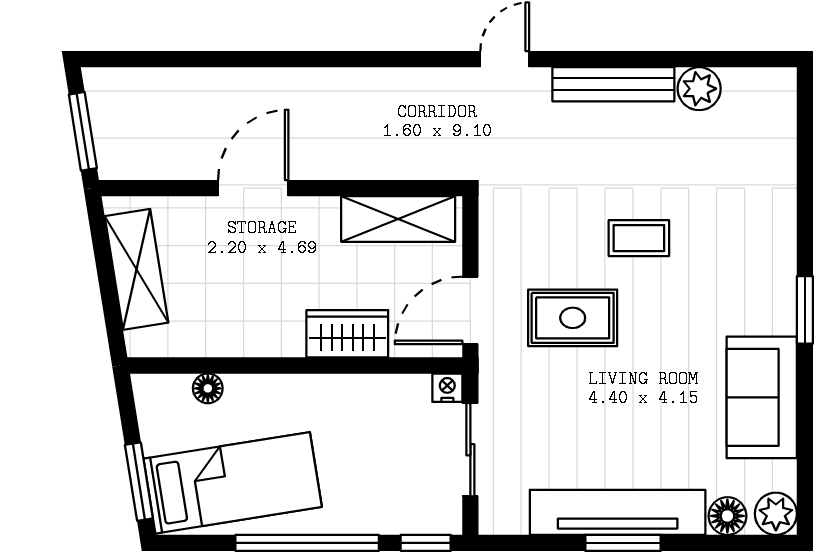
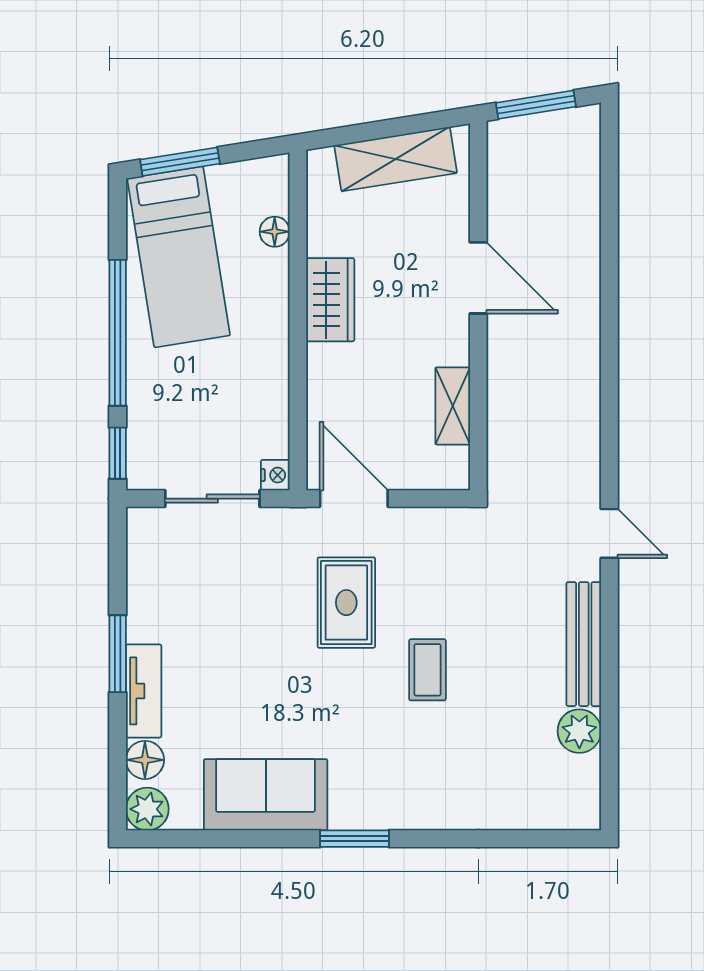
shelving: (398, 219) -> (453, 406), width x0.67, depth x0.75
wardrobe: (347, 334) -> (330, 300), moved
tv unit: (618, 512) -> (144, 691), width x0.52, depth x0.78

